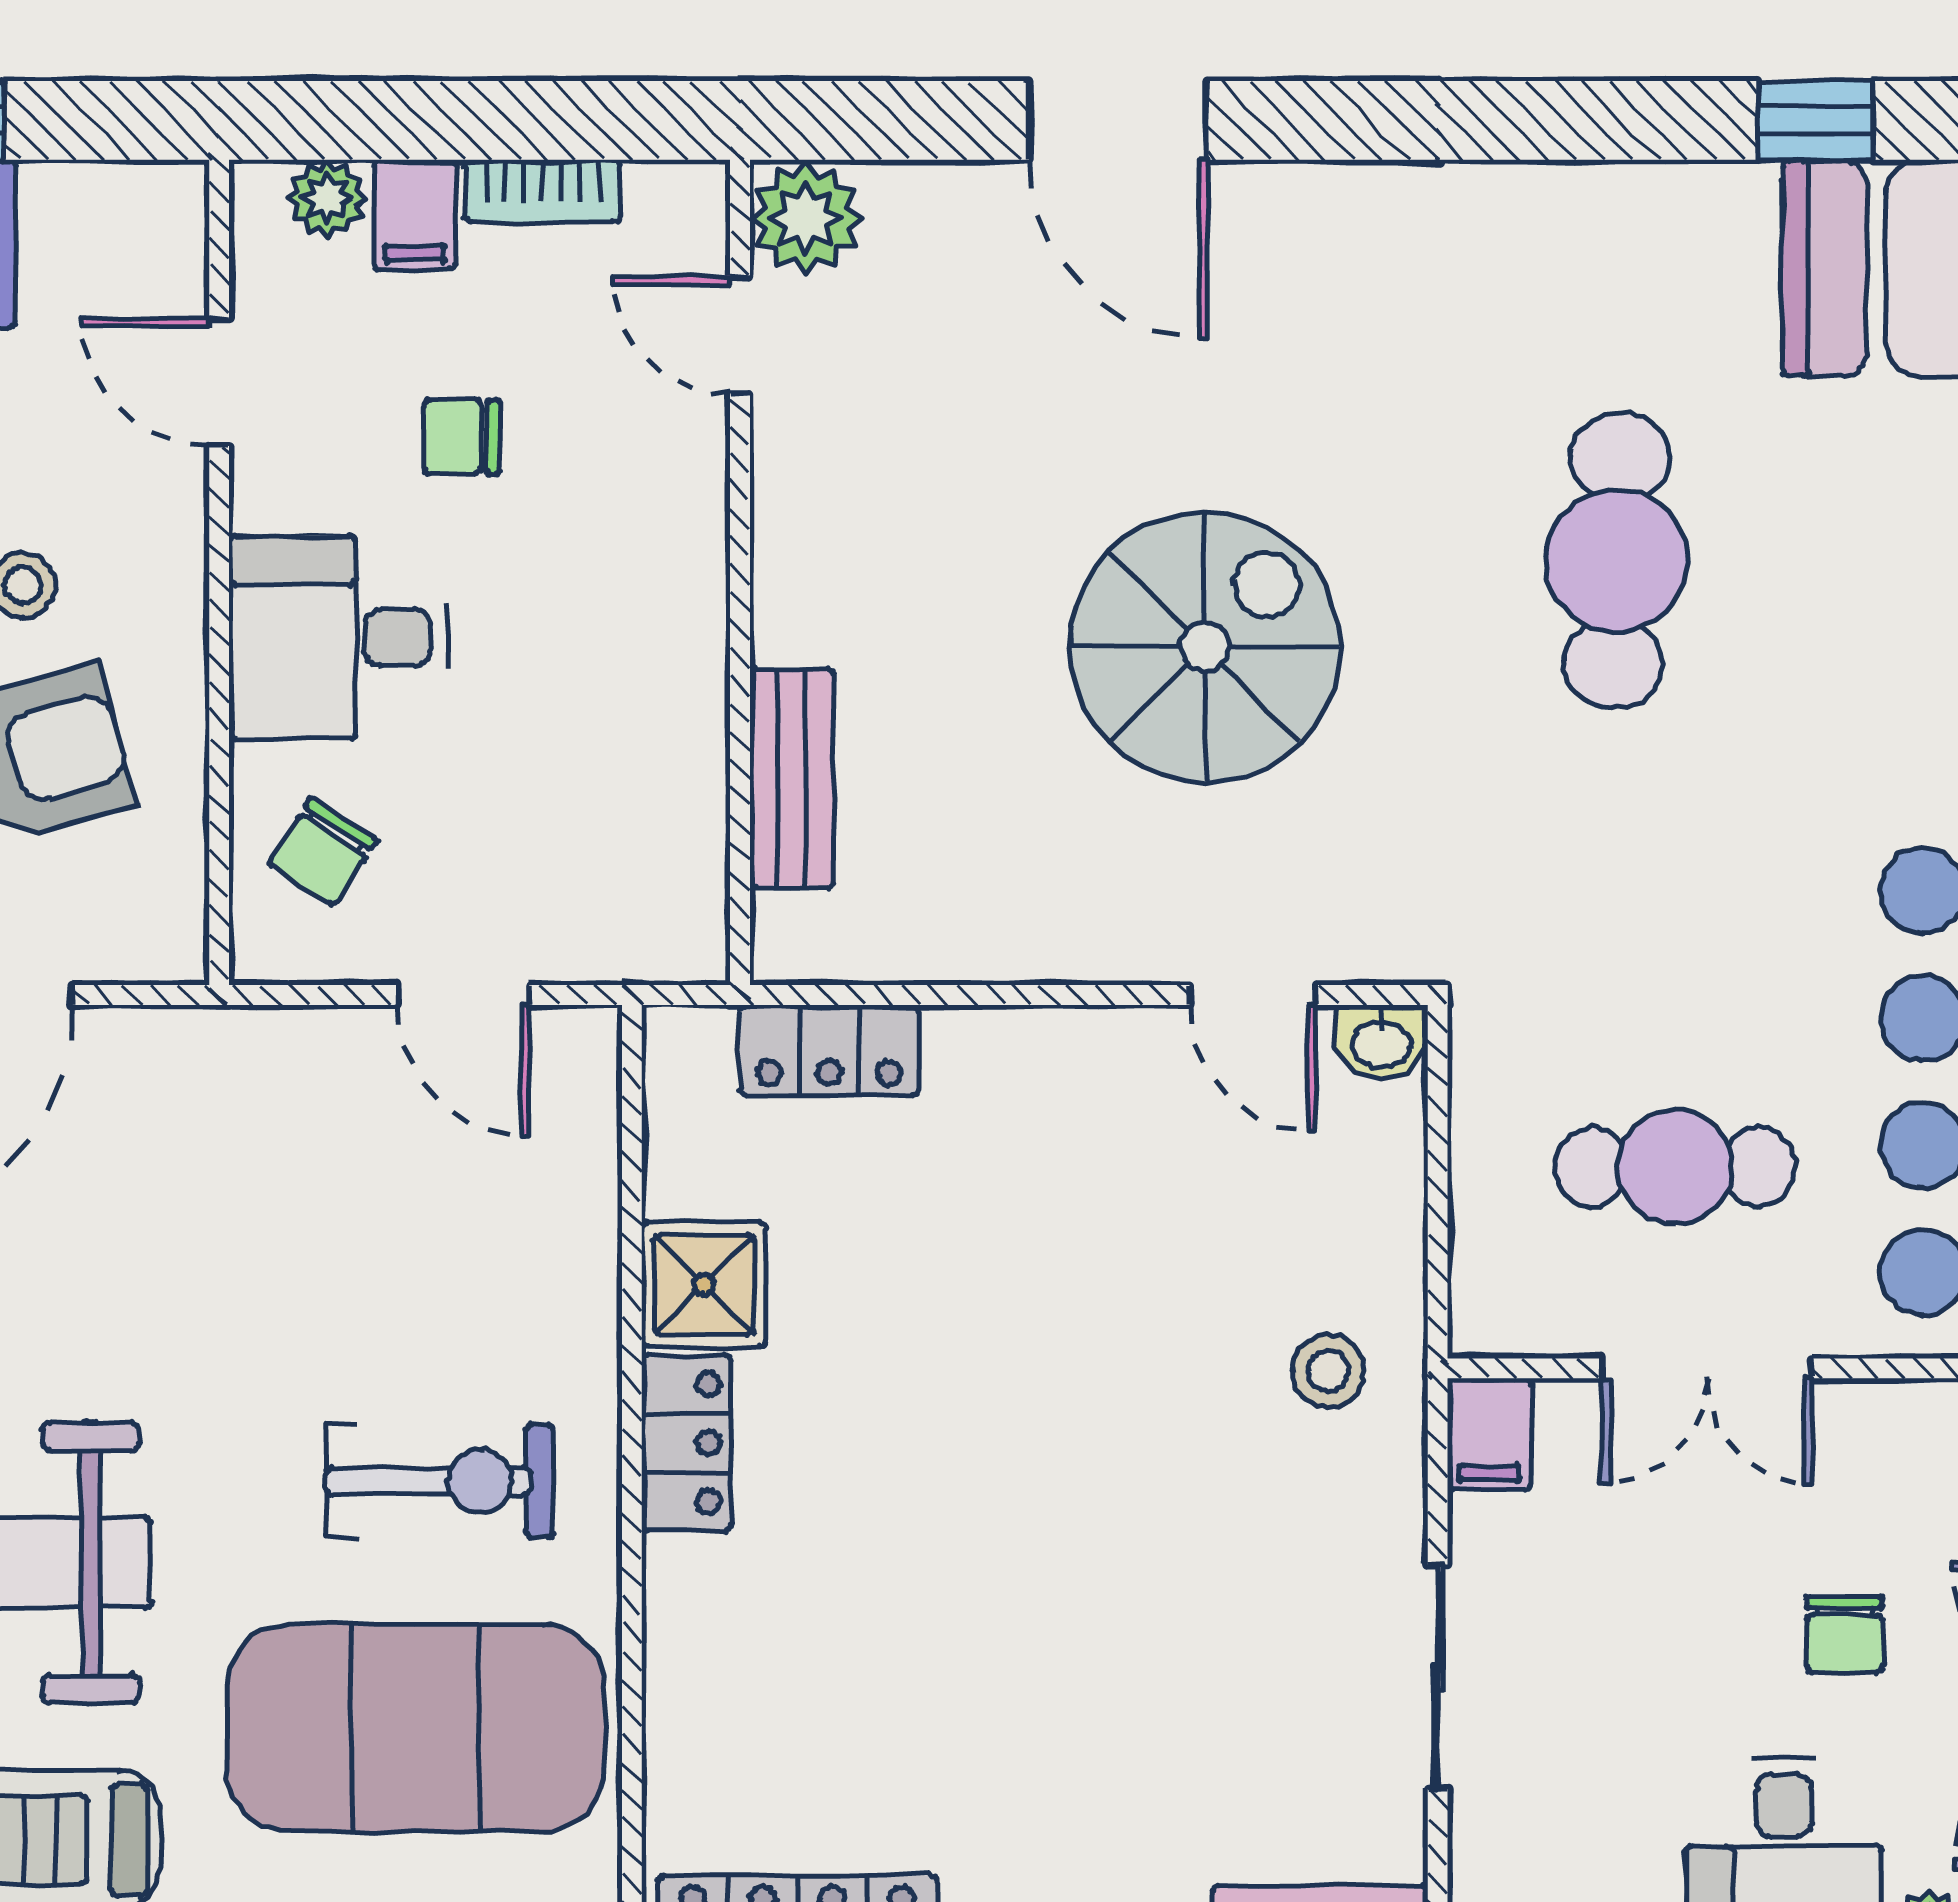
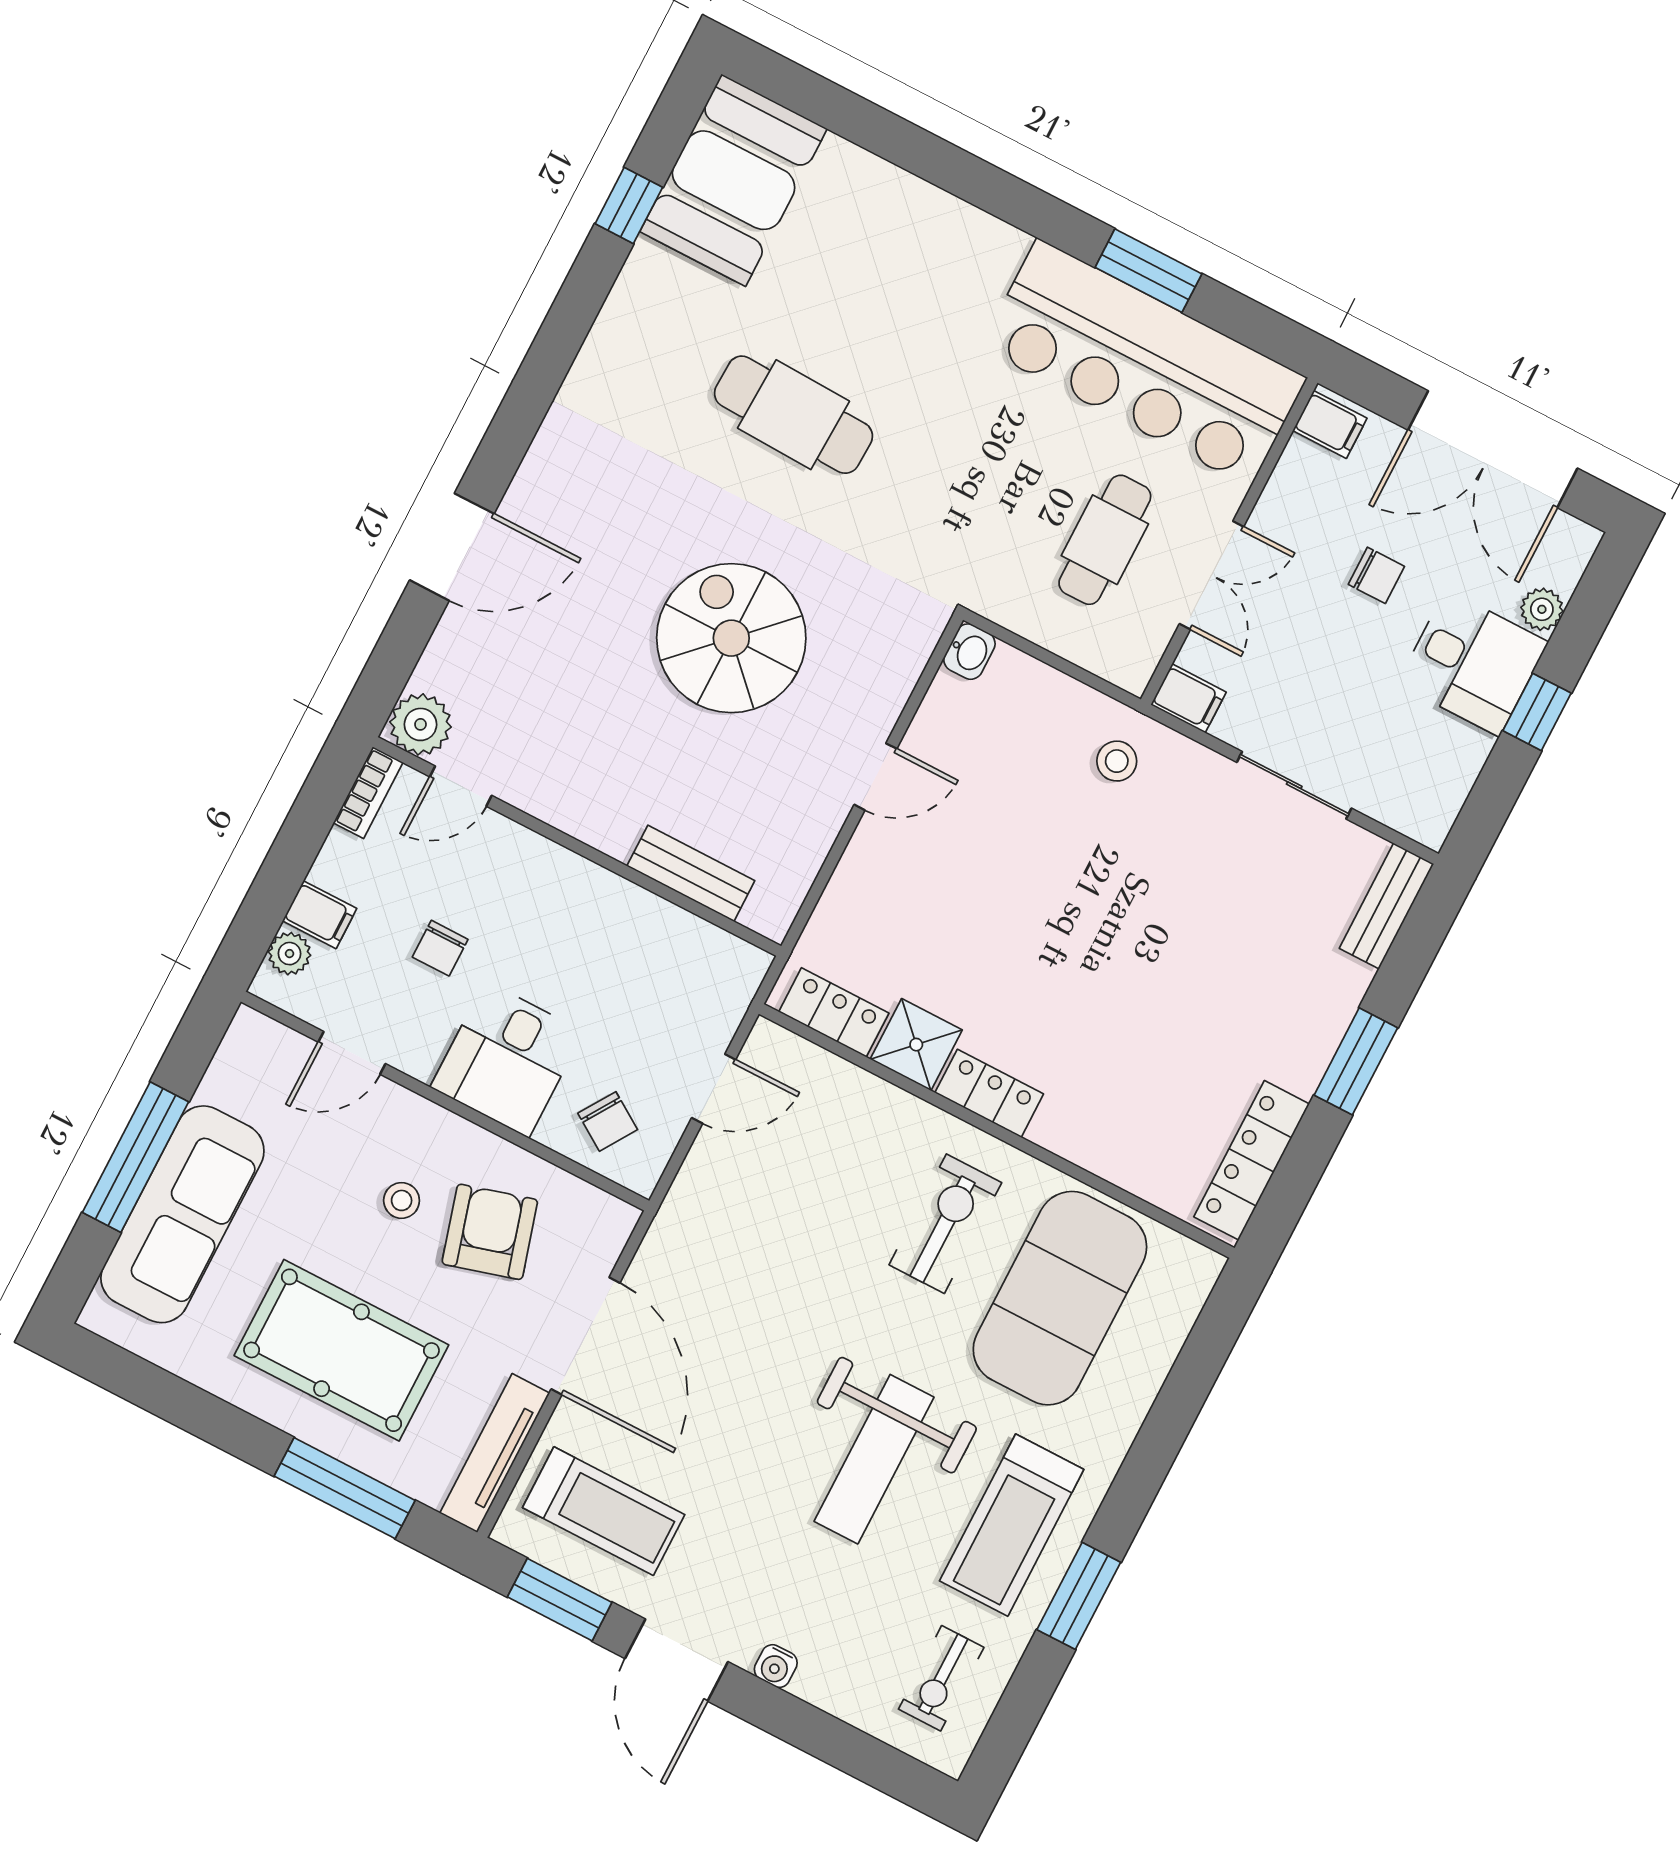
bookcase: (542, 191) -> (368, 793), moved
door: (1253, 995) -> (875, 777), moved
locker: (829, 1050) -> (834, 1012), moved, turned -90

